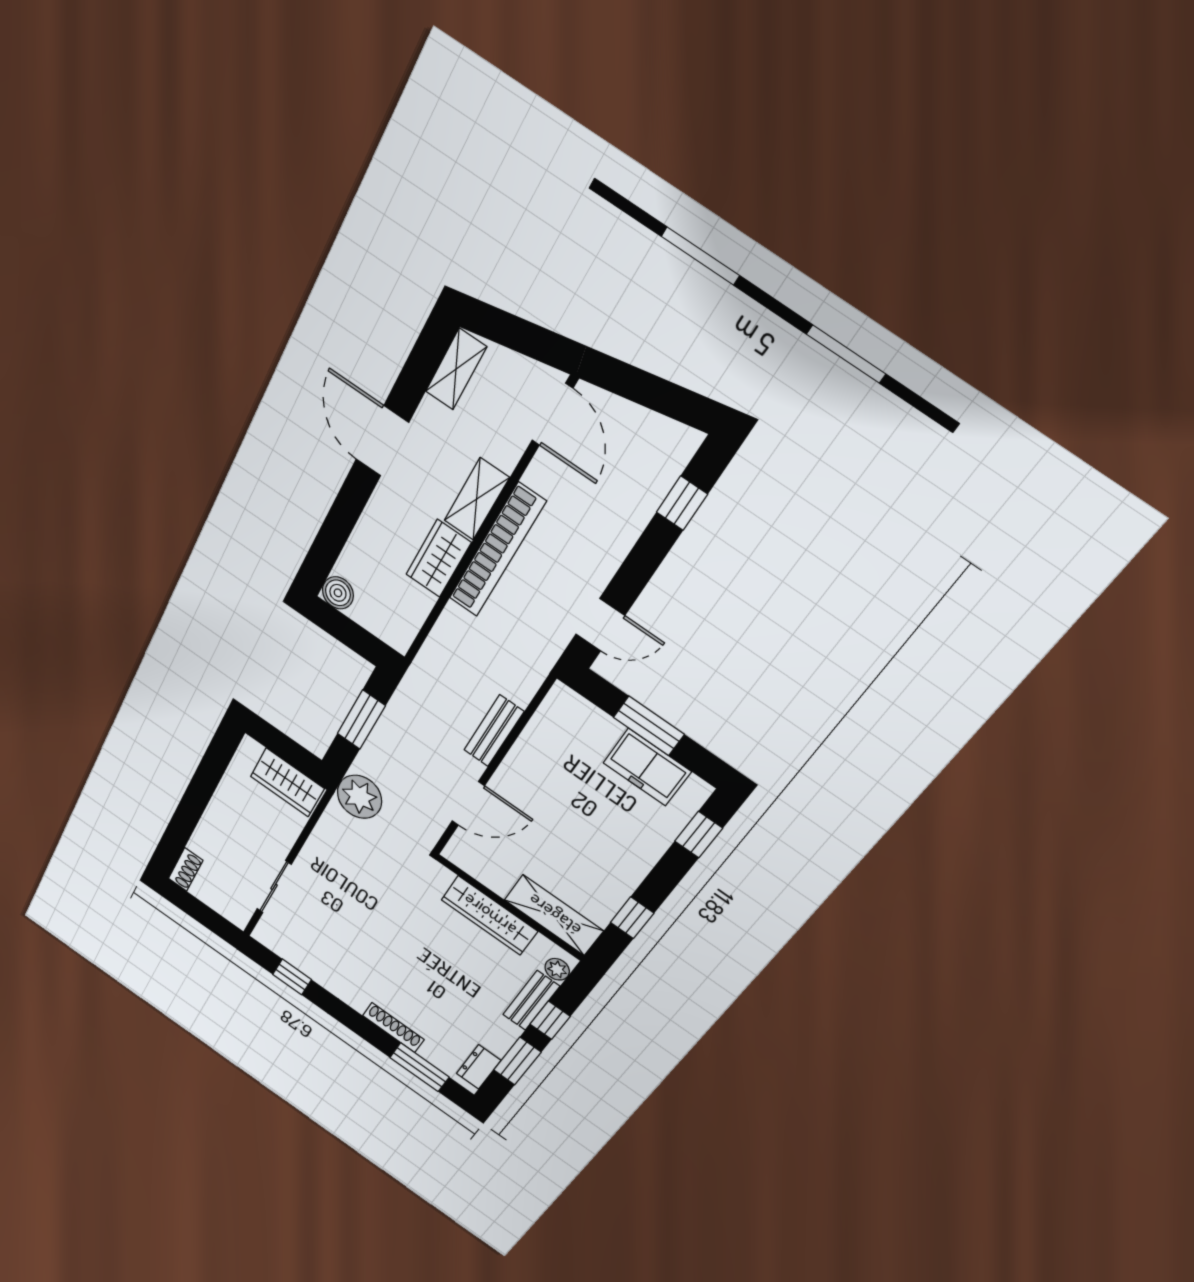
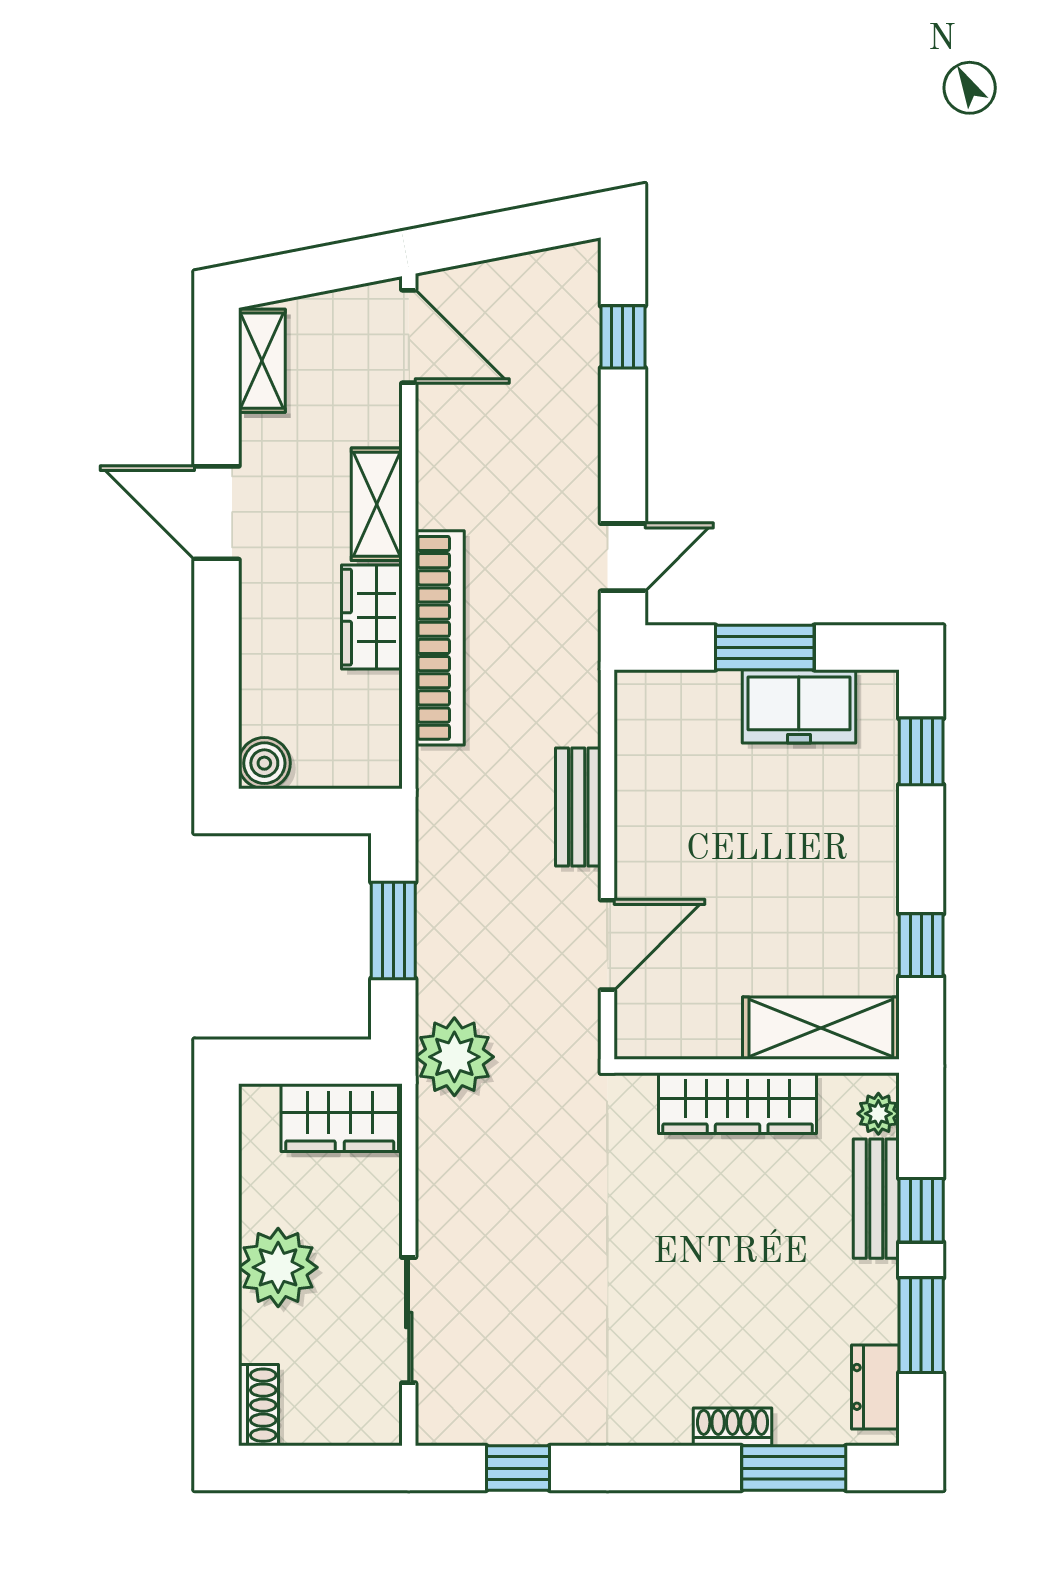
bookcase: (497, 551) -> (440, 638), moved
plant: (223, 823) -> (278, 1267), added
shoe rack: (393, 1028) -> (733, 1427), width x0.70

